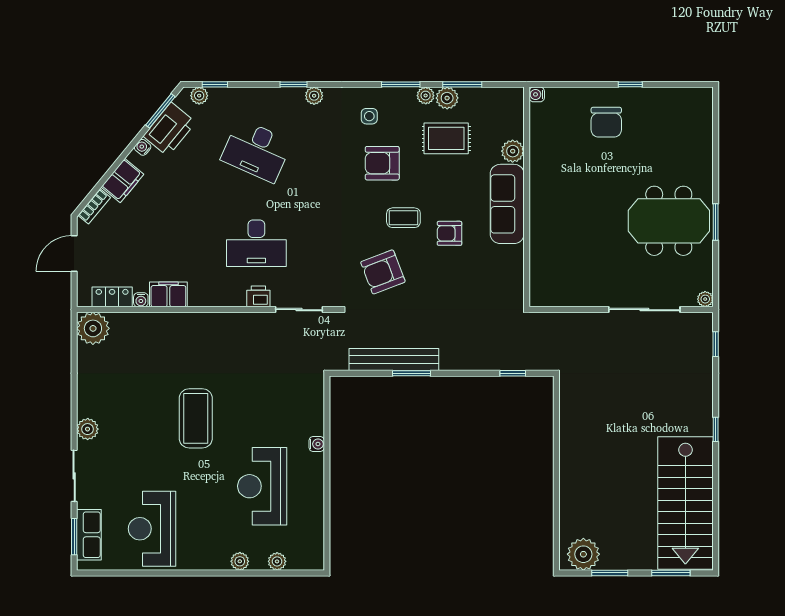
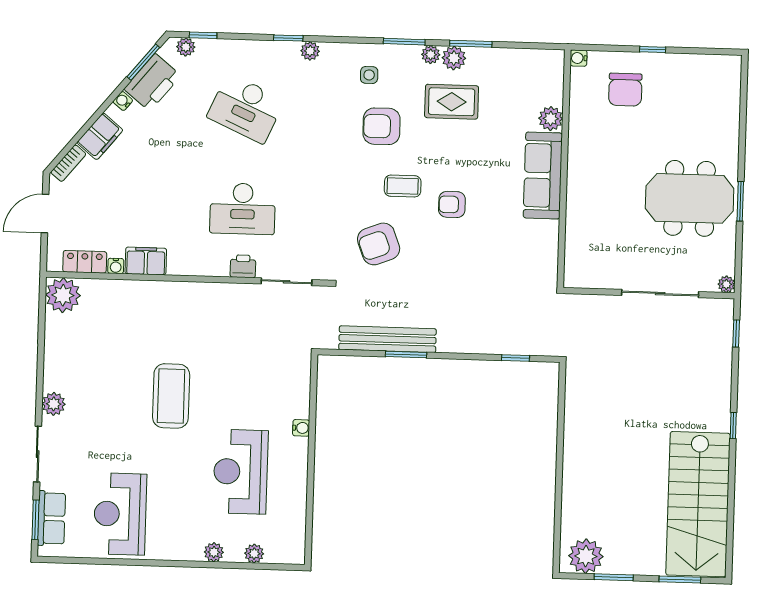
water cooler: (537, 94) -> (579, 58), moved
plant: (513, 151) -> (551, 119), moved
wall: (527, 197) -> (564, 169), moved
sofa: (507, 204) -> (543, 175), moved

